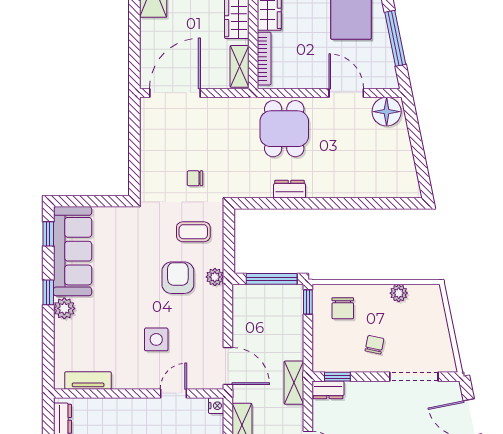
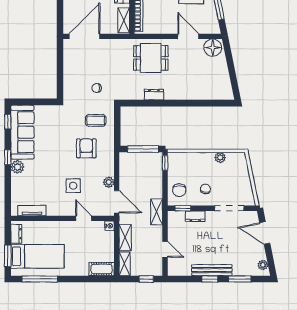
dining table: (284, 129) -> (151, 58), turned 90
plant: (215, 277) -> (109, 182), moved
chair: (343, 308) -> (179, 190), moved
dresser: (328, 390) -> (195, 216), moved
door: (173, 393) -> (84, 218), hinge flipped

